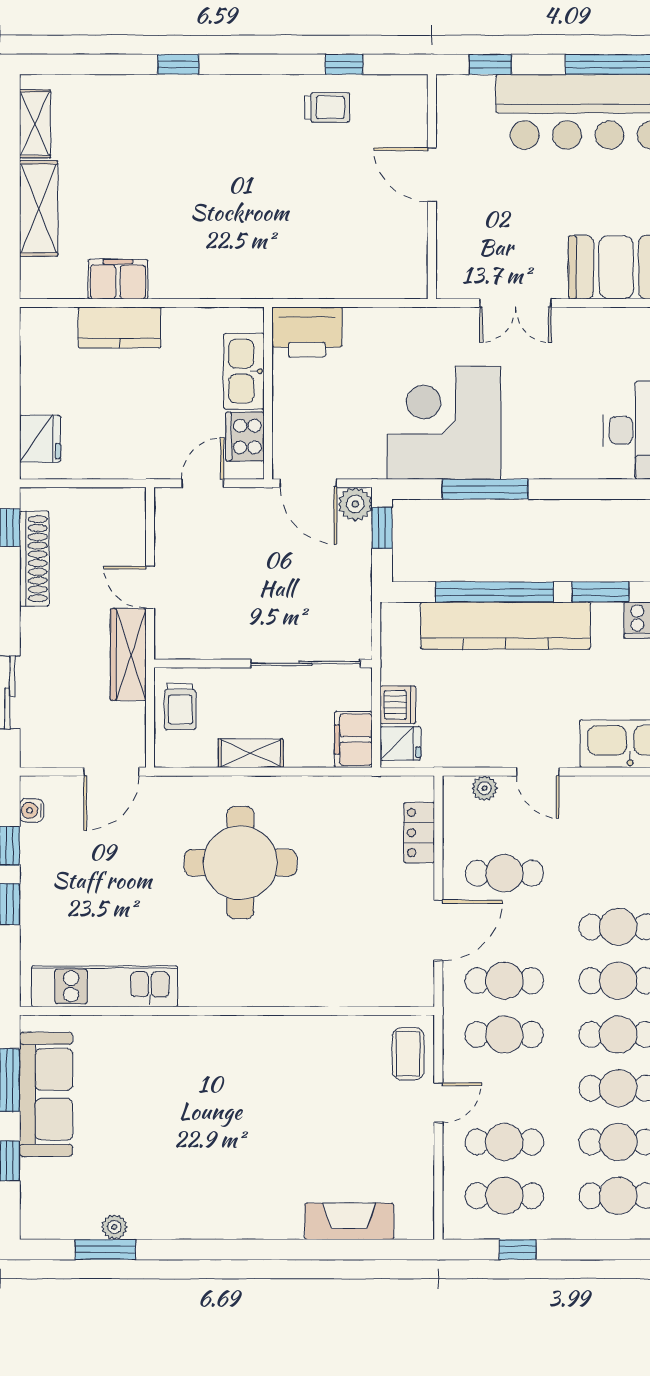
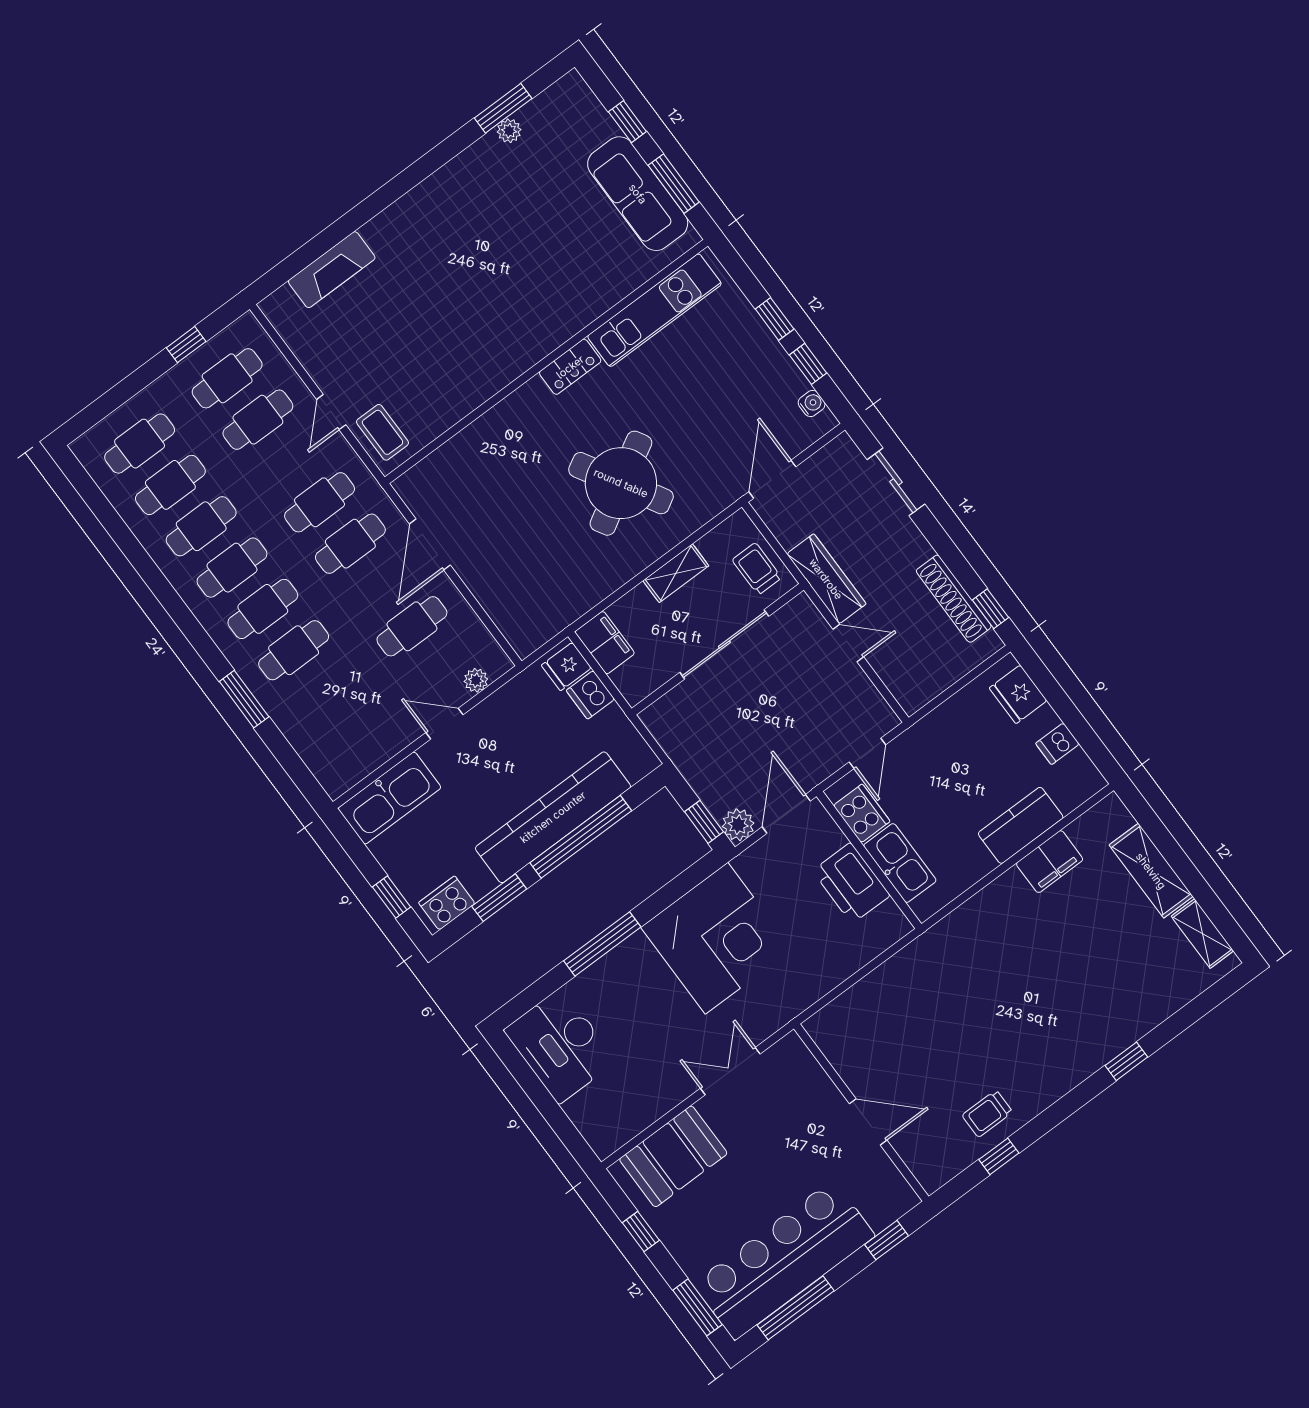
printer: (307, 332) -> (851, 883), moved, turned -90
dishwasher: (38, 373) -> (1057, 744), added
door: (308, 483) -> (786, 814), hinge flipped
window: (485, 489) -> (602, 944), moved
sliding door: (305, 663) -> (724, 644), moved
locker: (419, 833) -> (570, 367), moved, turned 90
round table: (240, 863) -> (621, 483), turned -30

